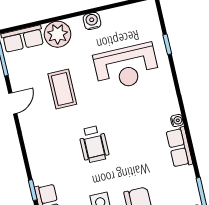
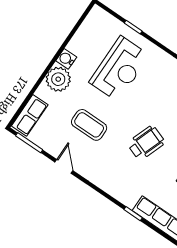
plant: (58, 34) -> (58, 79), moved
wheelchair: (94, 144) -> (146, 143), turned -70

